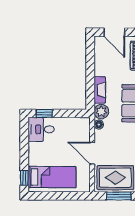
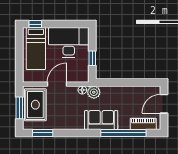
fireplace: (100, 90) -> (113, 91), removed
window: (44, 113) -> (92, 58), moved
desk: (41, 129) -> (69, 42), width x1.87, depth x1.30

